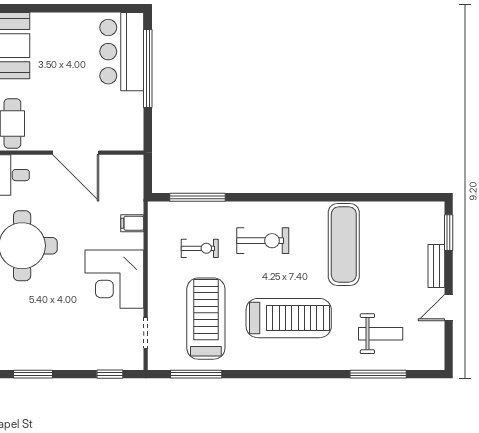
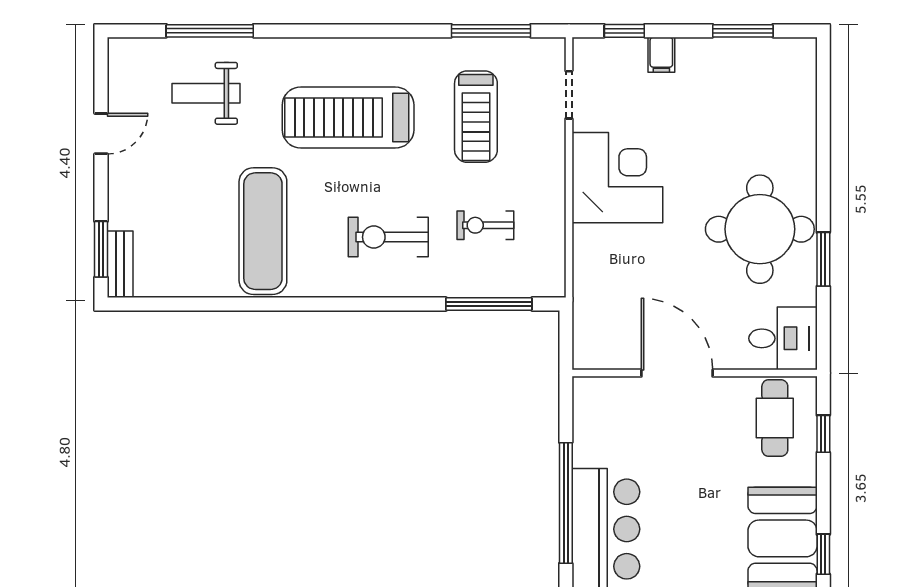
filing cabinet: (132, 223) -> (661, 55), moved, turned 90
bench: (436, 266) -> (120, 264), moved
treadmill: (206, 319) -> (476, 117), width x0.73, depth x0.73

